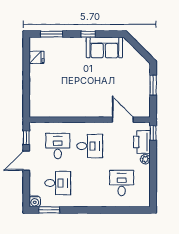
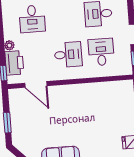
desk: (58, 146) -> (101, 52), turned 180
desk: (90, 146) -> (68, 55), turned 180

